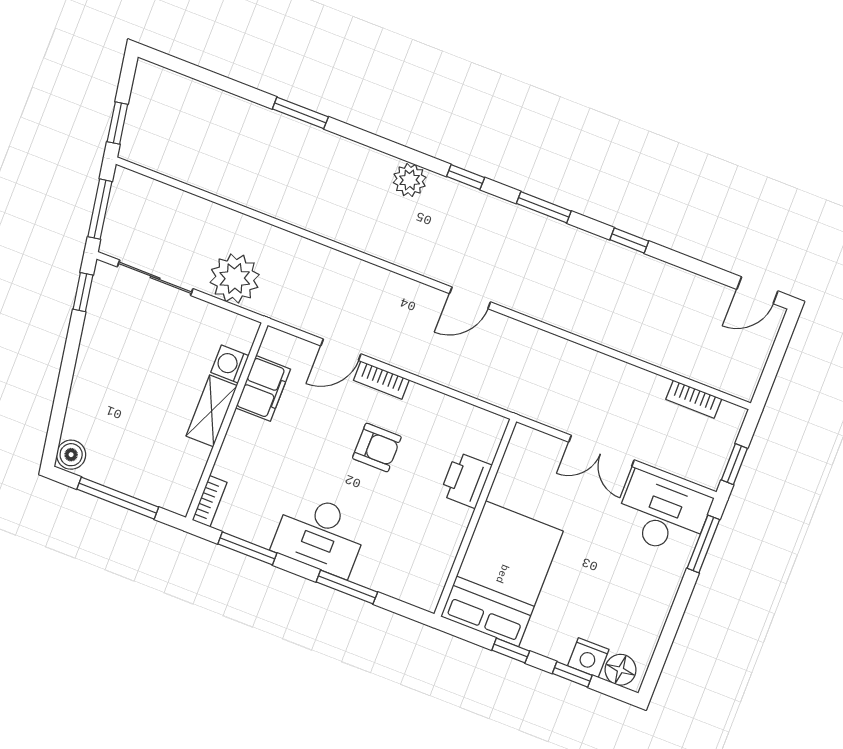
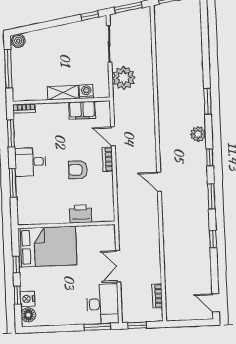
window: (300, 113) -> (207, 101), moved
armchair: (377, 448) -> (78, 170), turned 90
desk: (320, 535) -> (30, 162), width x0.73

